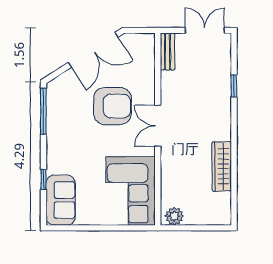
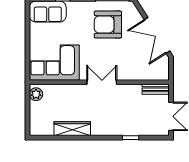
armchair: (112, 106) -> (108, 25), moved, turned 90

